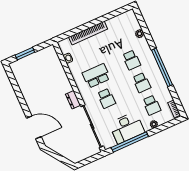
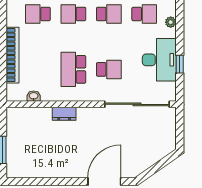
school desk: (121, 38) -> (38, 14), added
school desk: (131, 60) -> (73, 14), turned 180
dresser: (73, 100) -> (64, 114), moved
window: (130, 142) -> (180, 64), width x0.32

